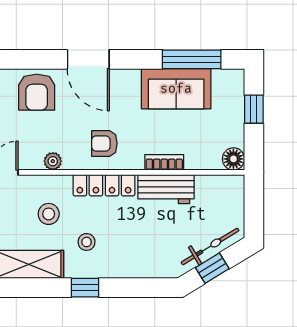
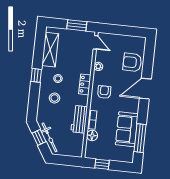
window: (254, 109) -> (102, 164), moved
floor lamp: (233, 159) -> (92, 135), moved
locker: (104, 185) -> (85, 84), width x0.66
stool: (49, 214) -> (55, 98), moved

